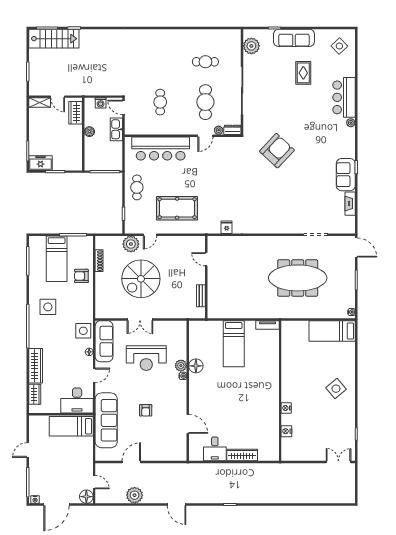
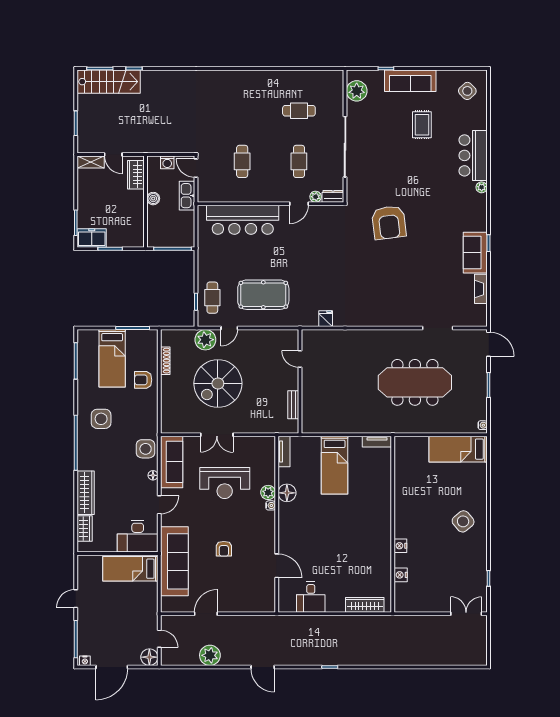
cafe table: (205, 102) -> (299, 161), width x0.73, depth x0.74
armchair: (277, 151) -> (389, 222), turned 130
cafe table: (137, 187) -> (212, 298), moved
tv unit: (193, 333) -> (284, 451), added
wardrobe: (242, 455) -> (365, 605), moved

